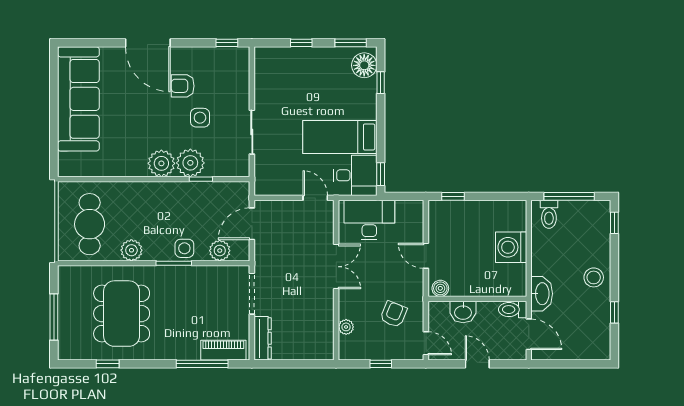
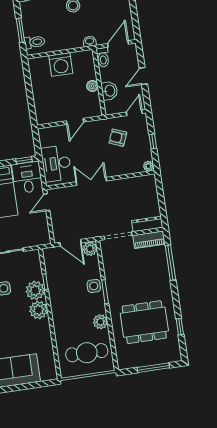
window: (453, 196) -> (32, 109), removed
window: (569, 196) -> (20, 30), width x0.69
plant: (220, 251) -> (90, 249), moved
boiler: (440, 288) -> (92, 86), moved
washbasin: (542, 294) -> (90, 41), width x0.52, depth x0.69
plant: (346, 327) -> (148, 166), moved
piano: (223, 350) -> (149, 240), moved, turned -90

